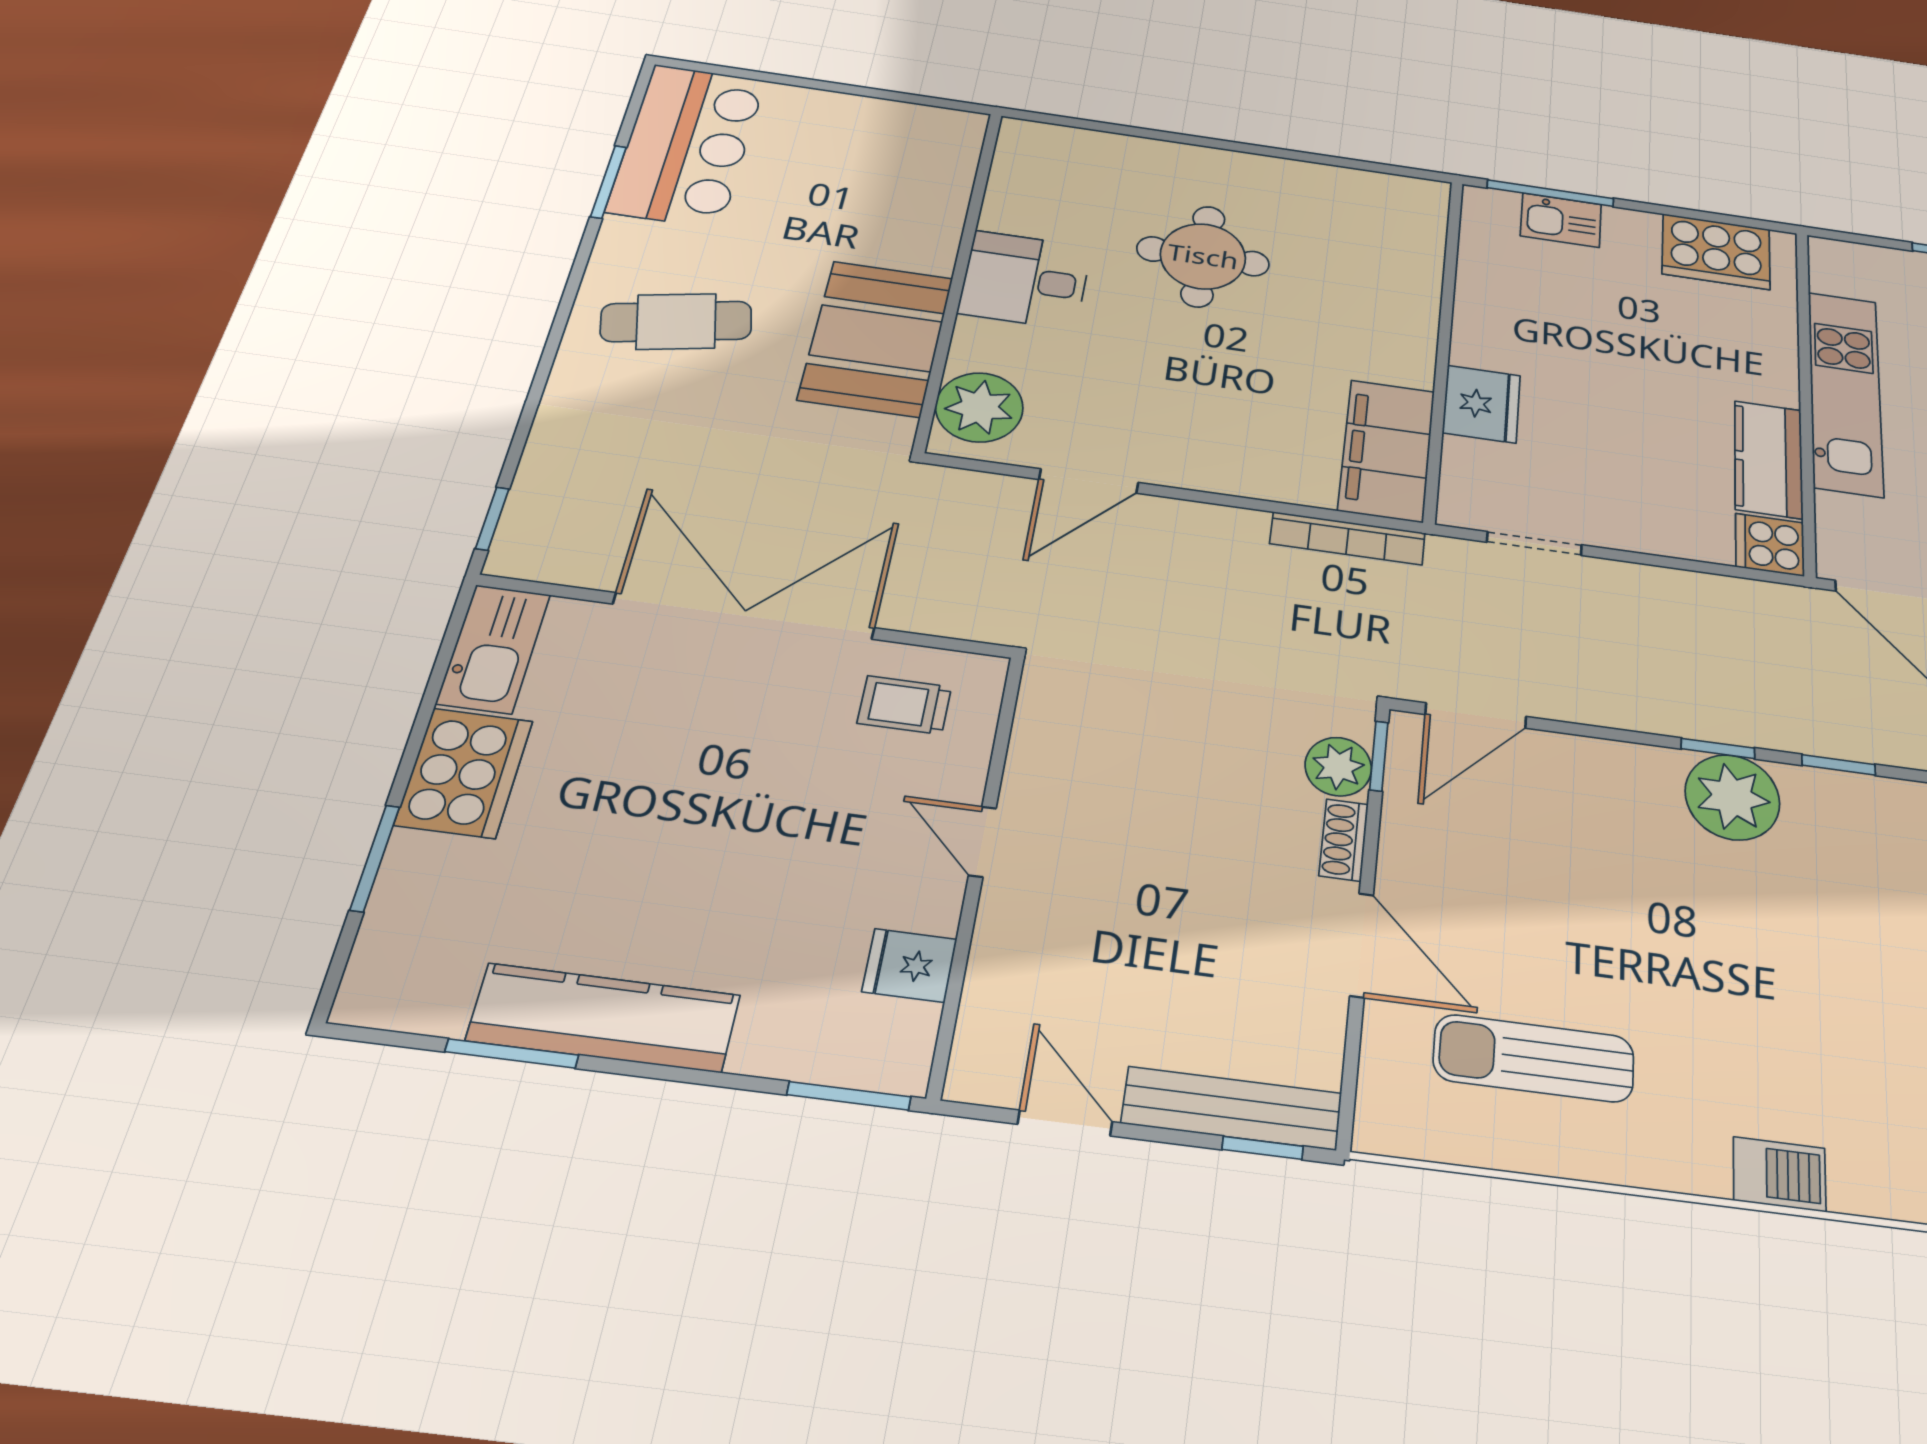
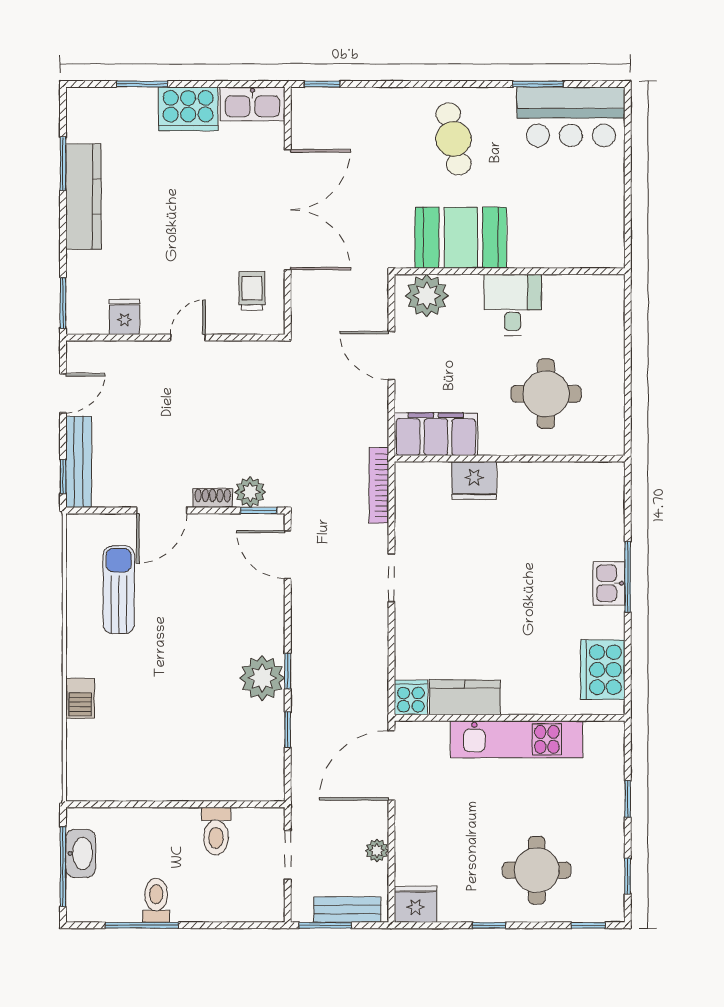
wall: (1444, 345) -> (510, 459), moved
fridge: (1482, 404) -> (474, 481), moved
filing cabinet: (1387, 450) -> (436, 434), moved

